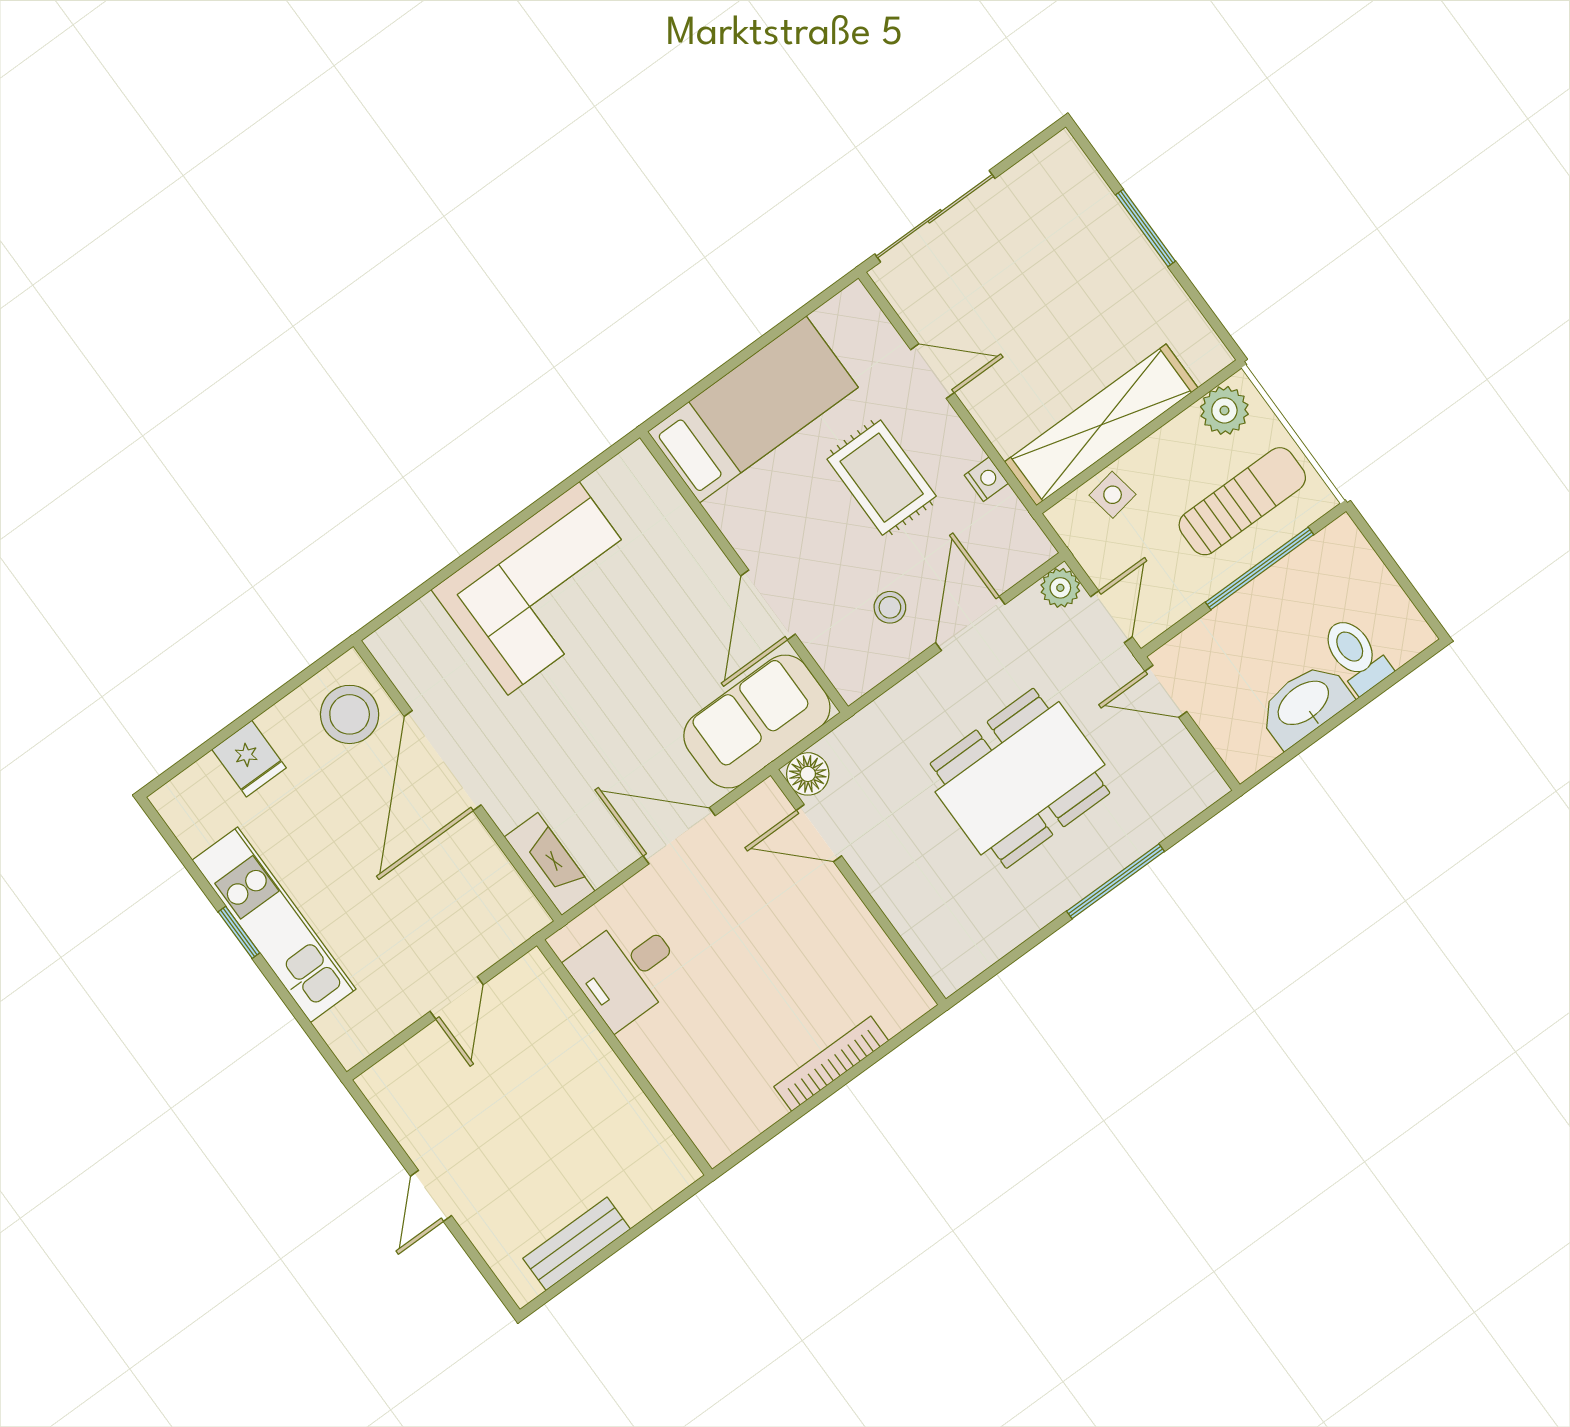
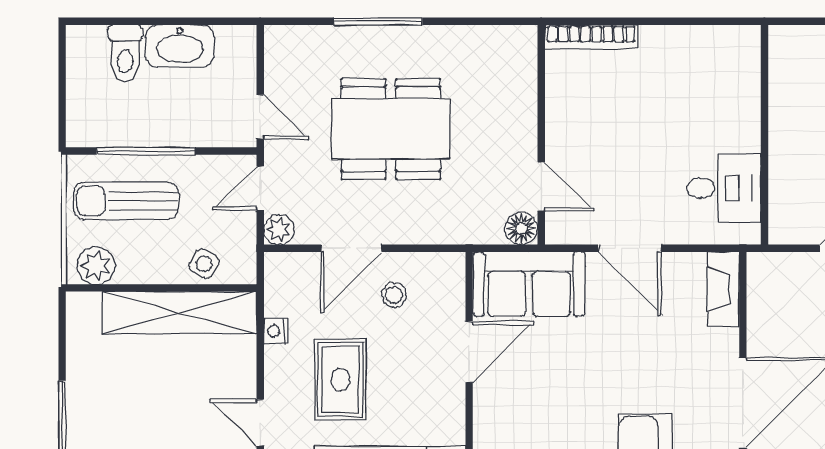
side table: (1113, 495) -> (204, 264), turned 38
bookcase: (831, 1064) -> (591, 37), moved

